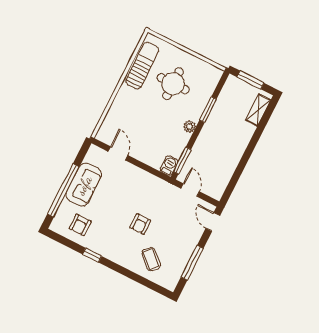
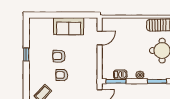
barbecue: (169, 166) -> (120, 75), moved
window: (63, 190) -> (58, 15), removed
armchair: (80, 225) -> (59, 56), moved

